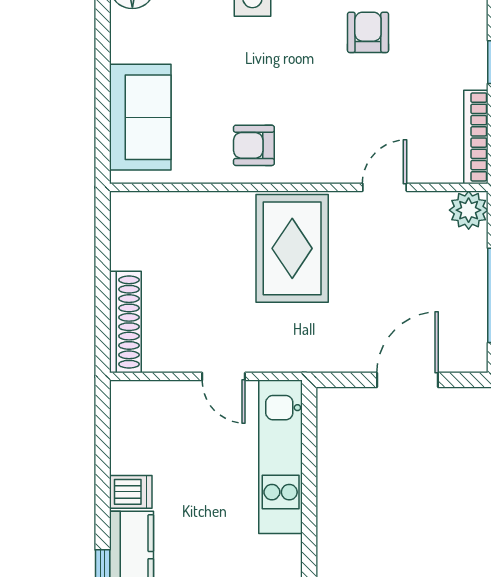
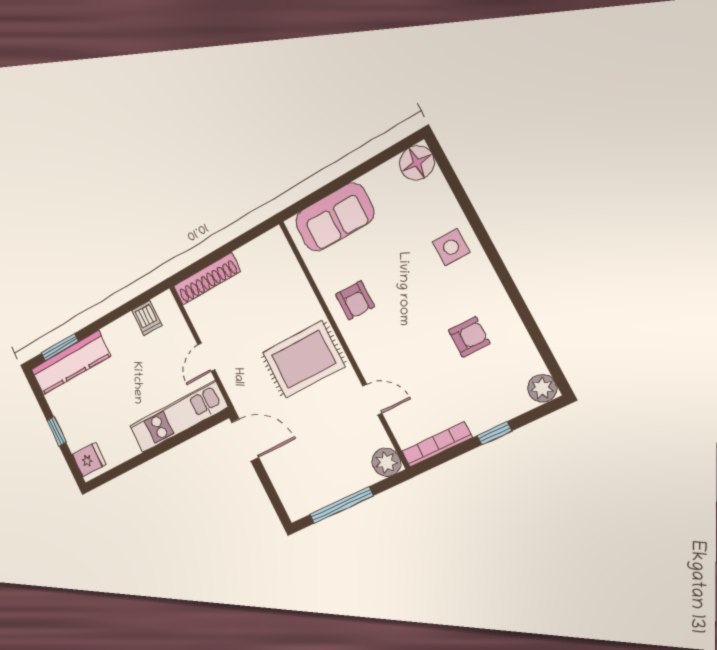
armchair: (254, 145) -> (355, 300), turned 180
door: (408, 380) -> (245, 440), moved
dishwasher: (131, 492) -> (147, 318), moved

